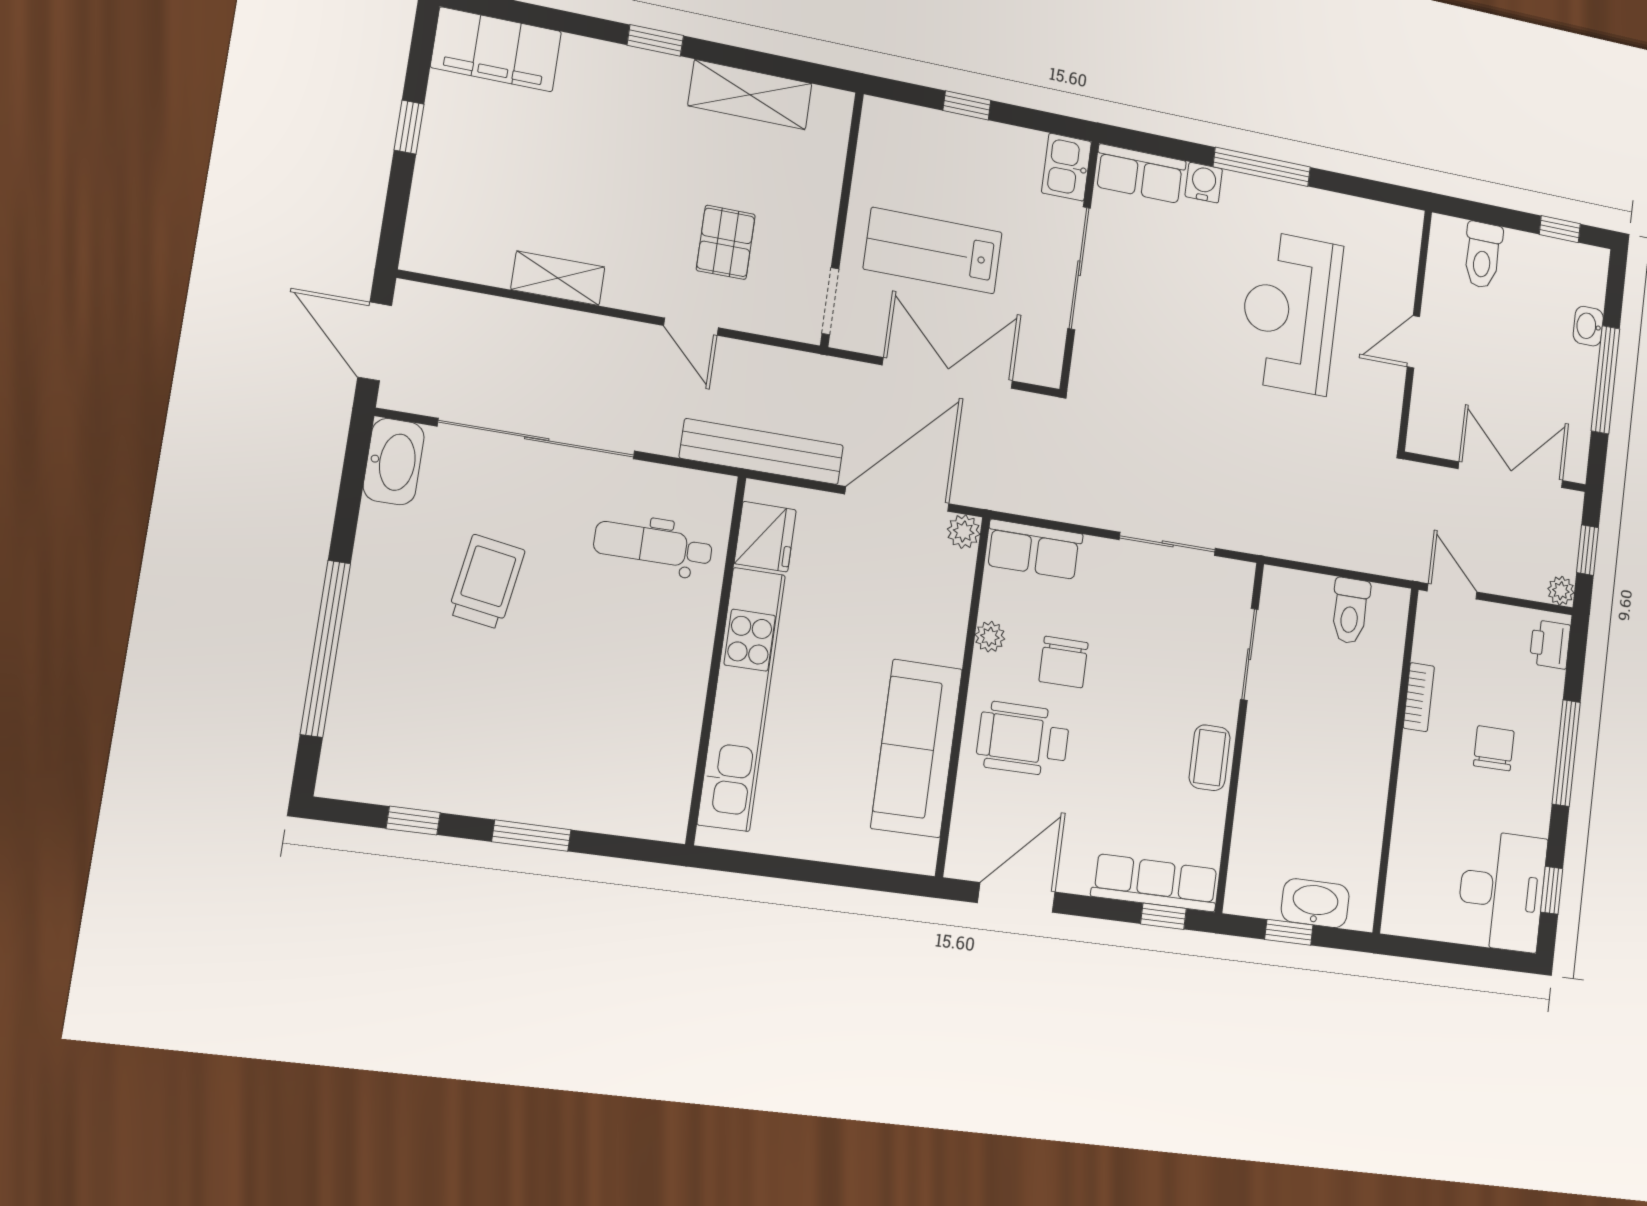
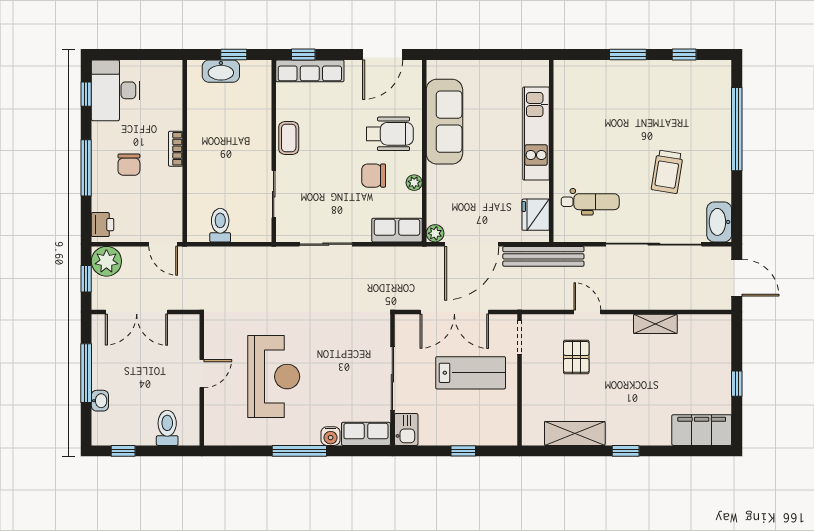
plant: (1561, 591) -> (106, 261), width x1.88, depth x1.88
chair: (1064, 662) -> (374, 176), turned -90
bookcase: (1419, 697) -> (176, 149), moved
kitchen unit: (741, 699) -> (536, 134), width x0.73

